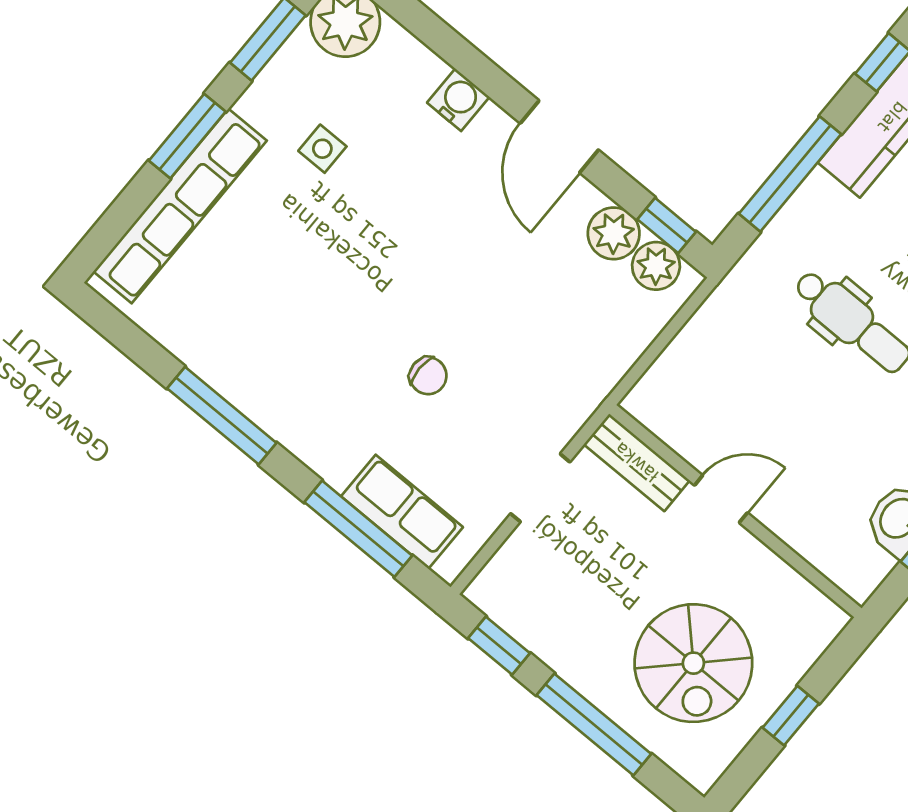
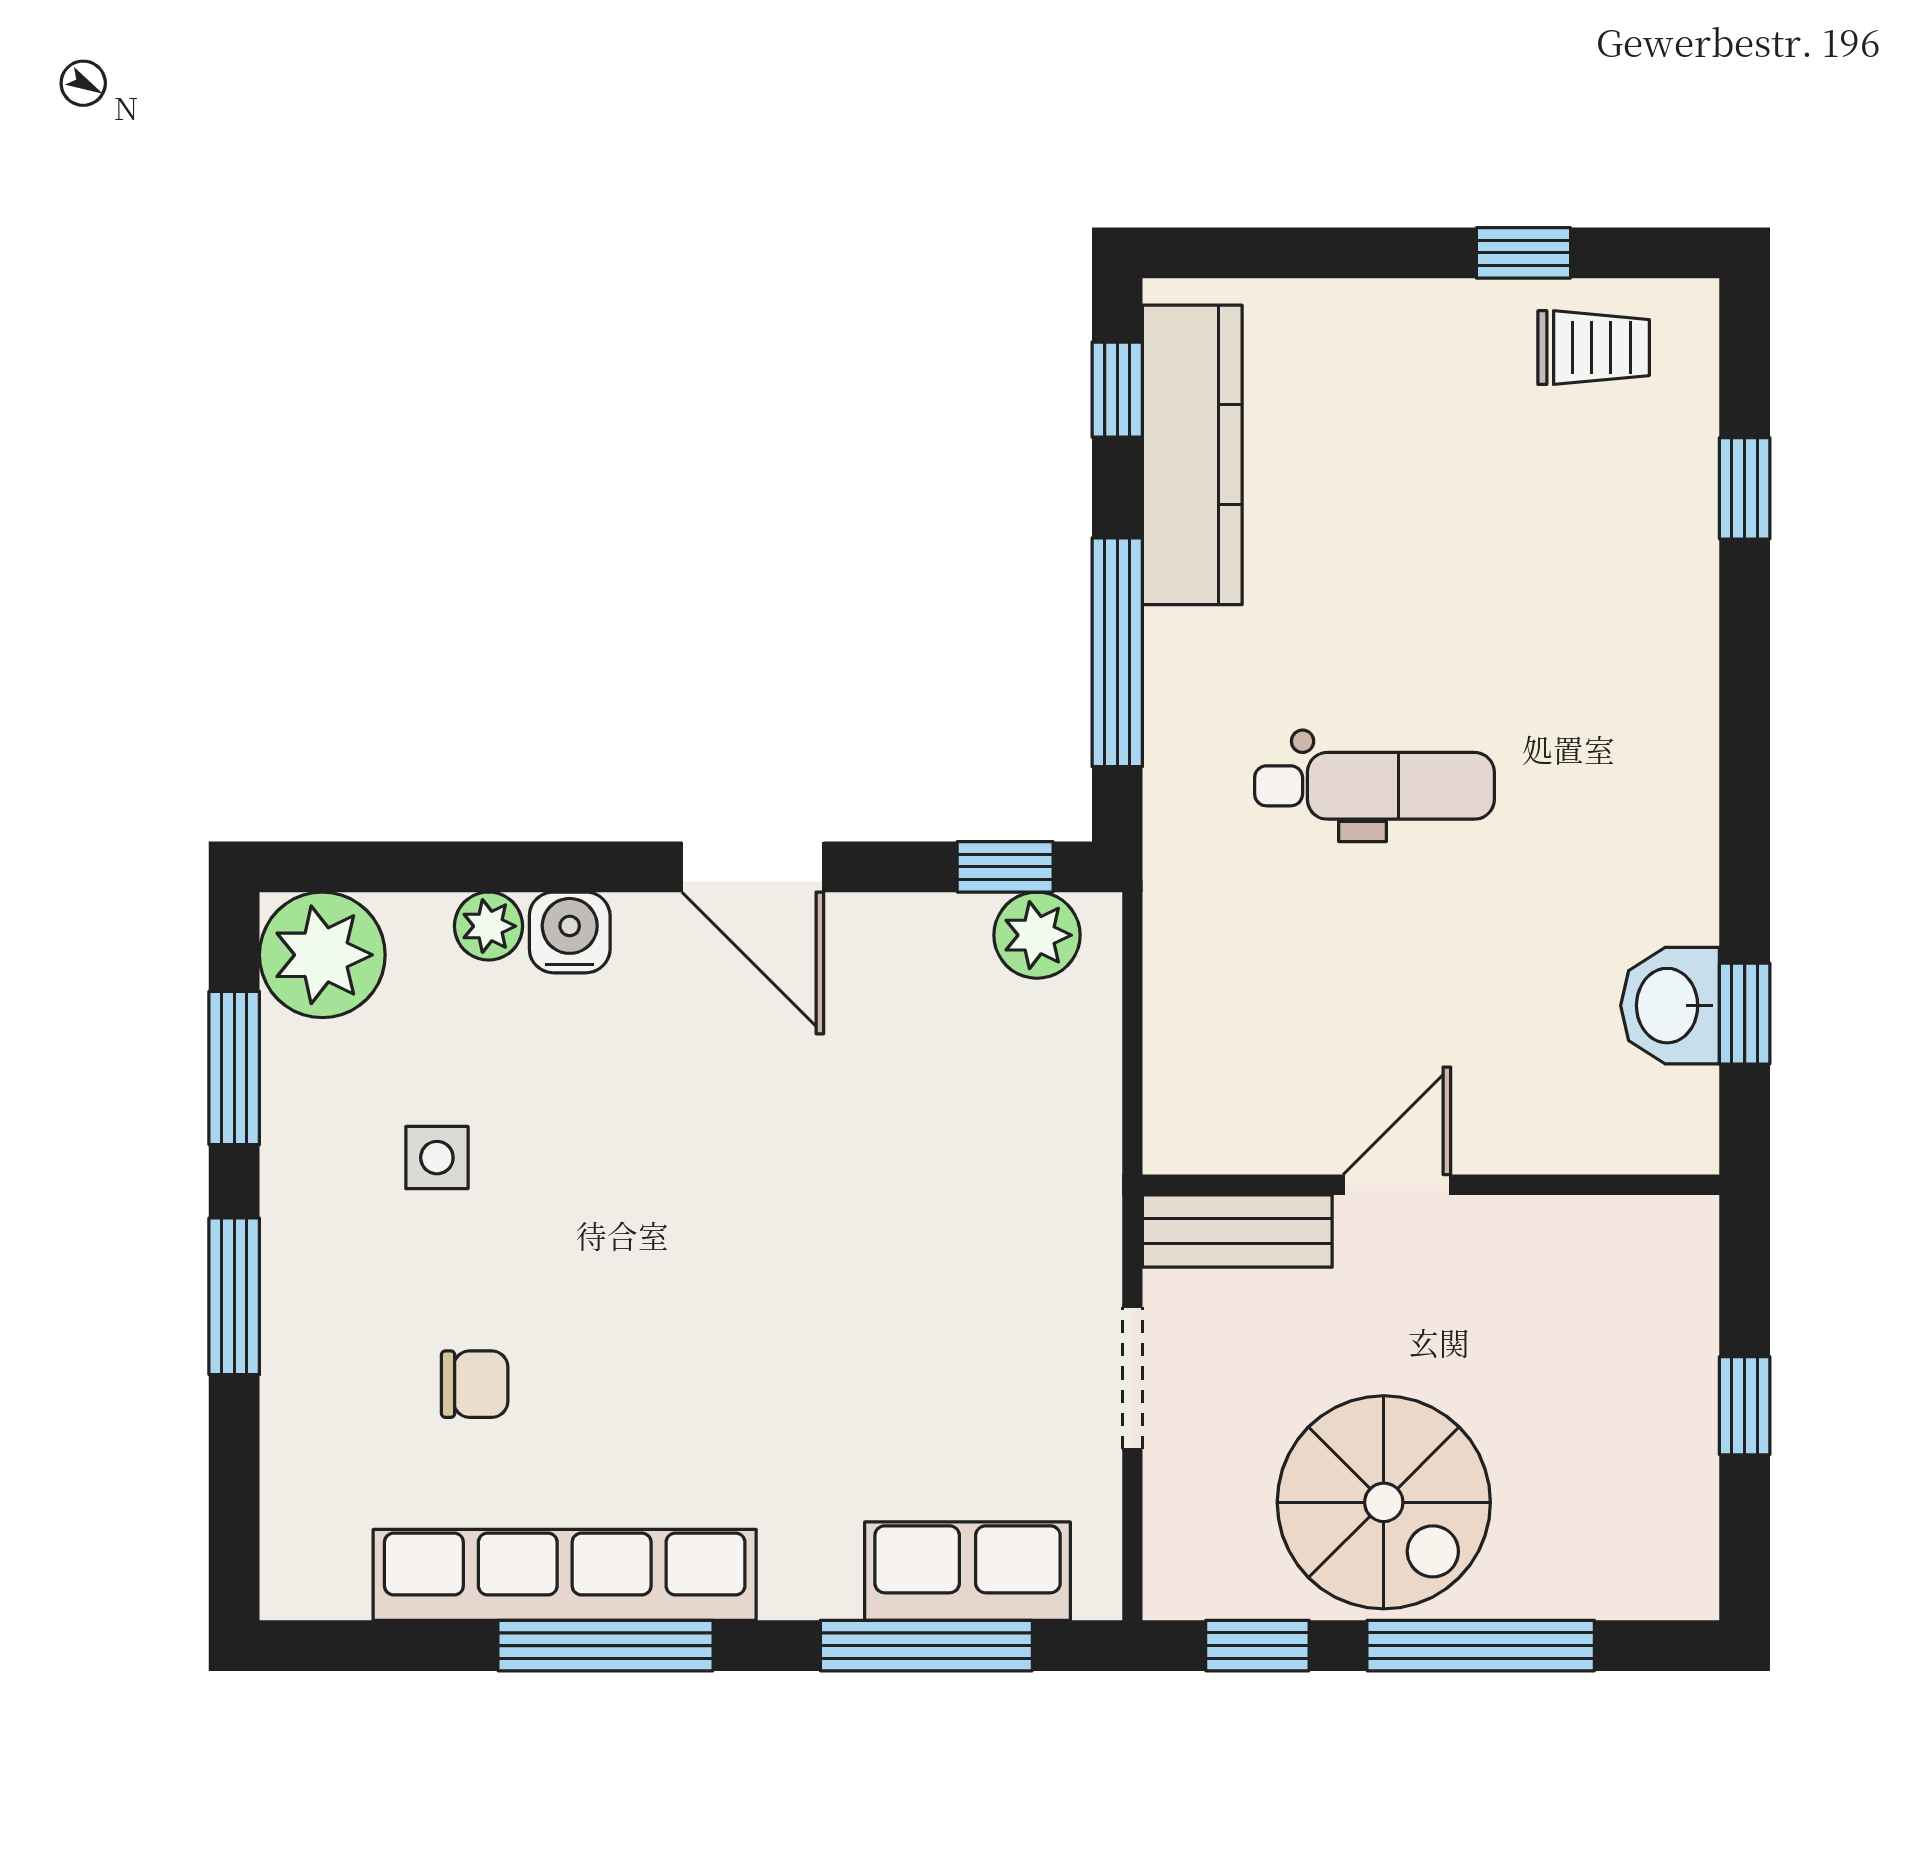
row of seats: (180, 206) -> (565, 1575), moved, turned -90
plant: (614, 233) -> (489, 926), moved, width x0.73, depth x0.73
chair: (428, 376) -> (475, 1384), moved
spiral stairs: (693, 663) -> (1384, 1502), moved

